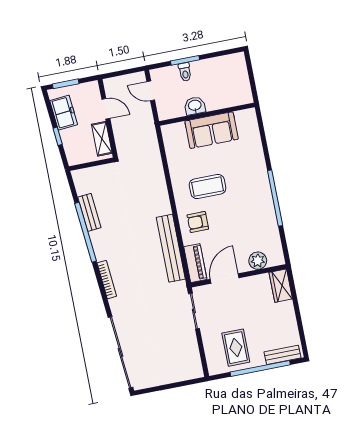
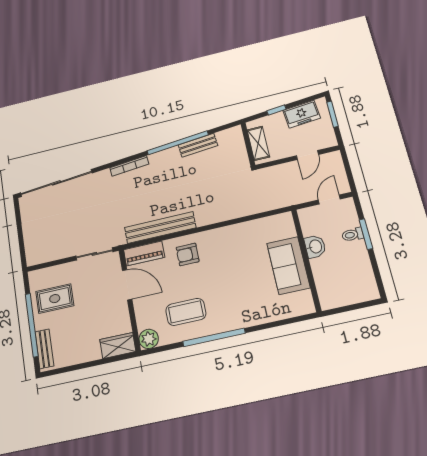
shelving: (102, 139) -> (258, 143), moved, turned 90
coffee table: (208, 187) -> (186, 312), moved, turned 90
armchair: (198, 222) -> (188, 254), turned -90
plant: (258, 261) -> (149, 339), moved

